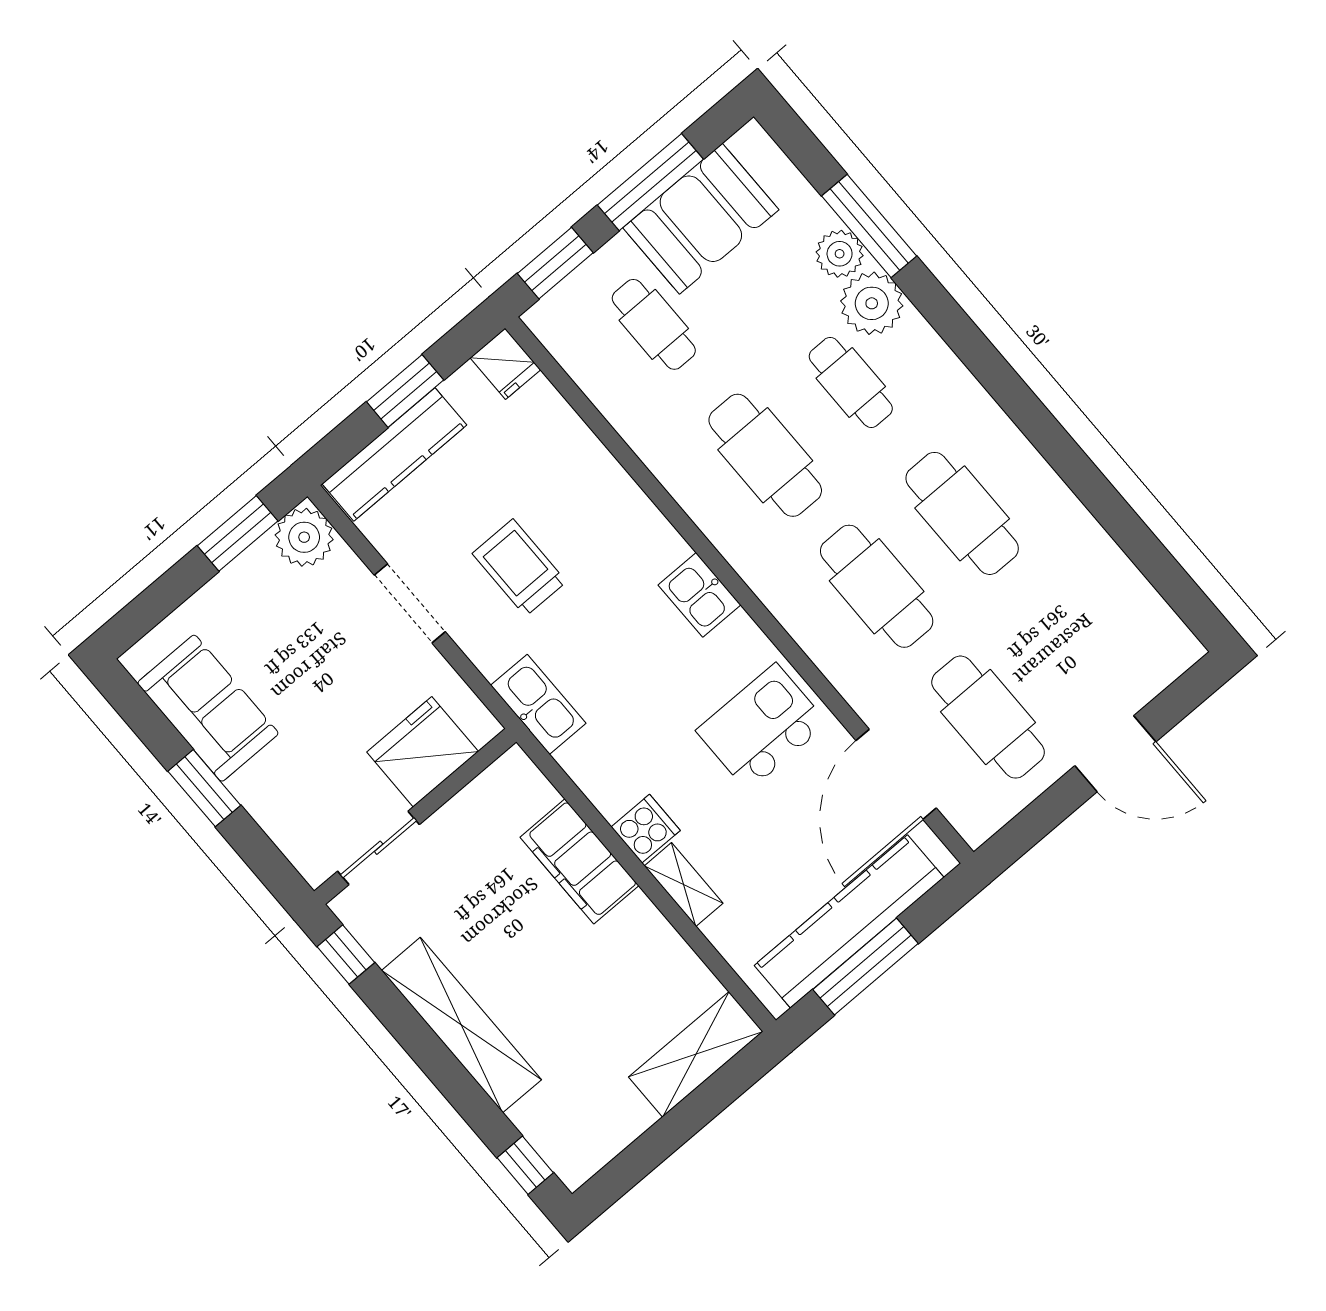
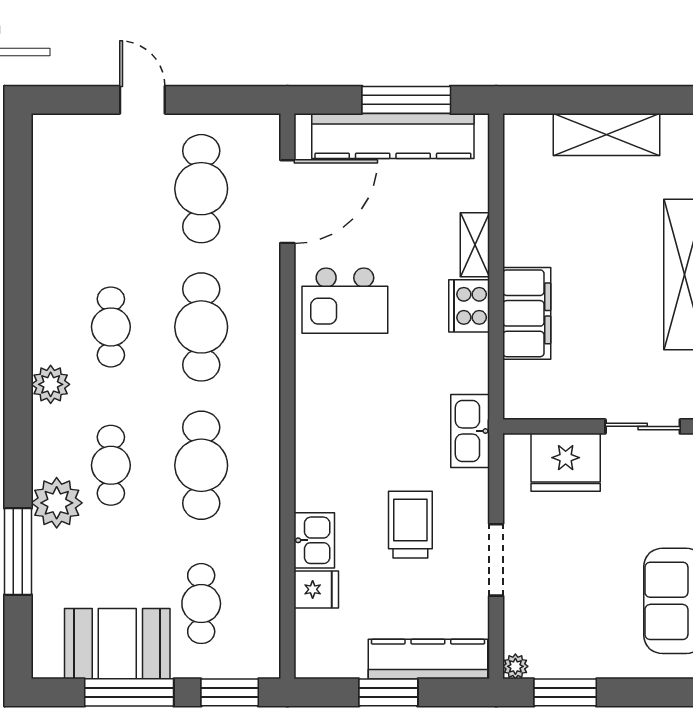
plant: (840, 254) -> (51, 384), moved
fridge: (505, 364) -> (316, 589), moved, turned 90
cafe table: (962, 513) -> (111, 327), width x0.73, depth x0.74
plant: (304, 537) -> (515, 666), width x0.53, depth x0.53
trolley: (519, 568) -> (410, 525), turned 180
kitchen sink: (699, 595) -> (314, 540), moved
door: (1115, 754) -> (142, 100), width x0.73
cooker: (646, 829) -> (469, 306), width x1.36
shelving: (696, 1054) -> (606, 135), moved

